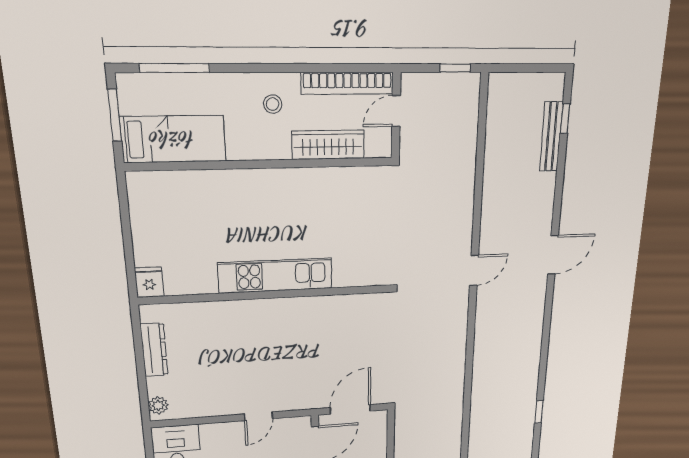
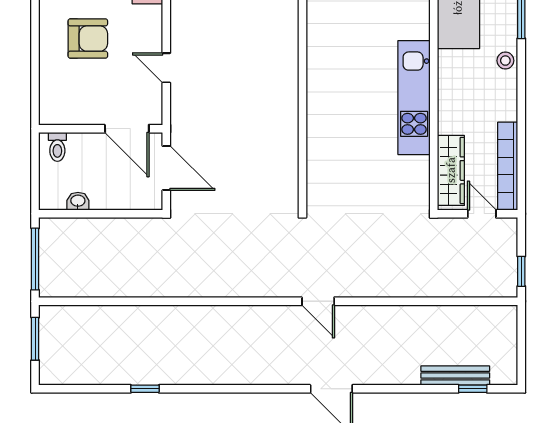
stool: (273, 104) -> (505, 61), moved
wardrobe: (328, 145) -> (451, 170), moved
kitchen unit: (275, 276) -> (414, 98), moved, turned 180

